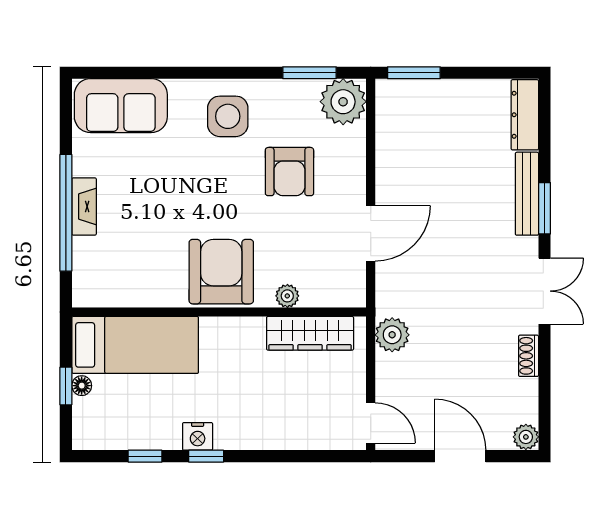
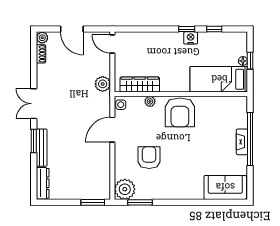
side table: (228, 116) -> (121, 105), moved, width x0.54, depth x0.54
shoe rack: (529, 356) -> (41, 54), moved

